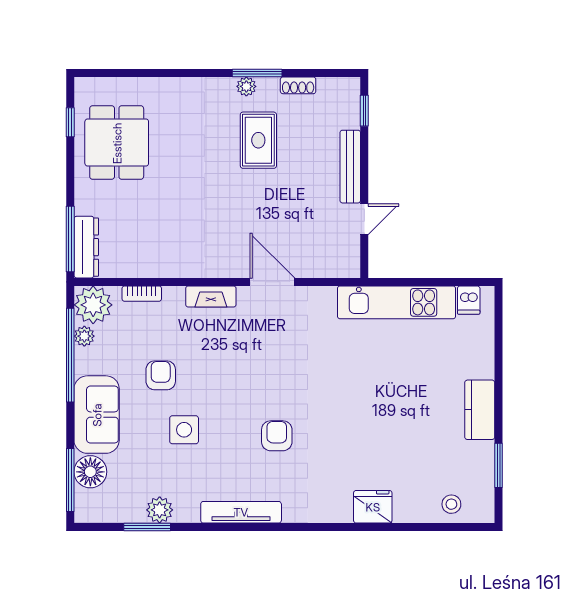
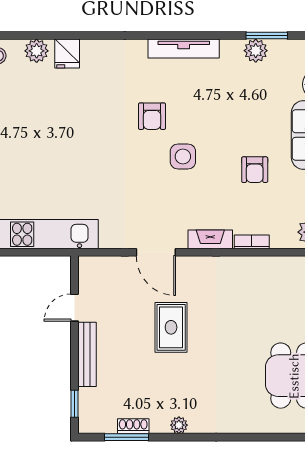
window: (257, 73) -> (127, 437), moved
rug: (258, 140) -> (171, 327), moved
bookcase: (142, 294) -> (252, 242), moved
side table: (184, 430) -> (183, 156), moved
fridge: (373, 507) -> (67, 53), width x0.72
plant: (407, 510) -> (37, 51), added

